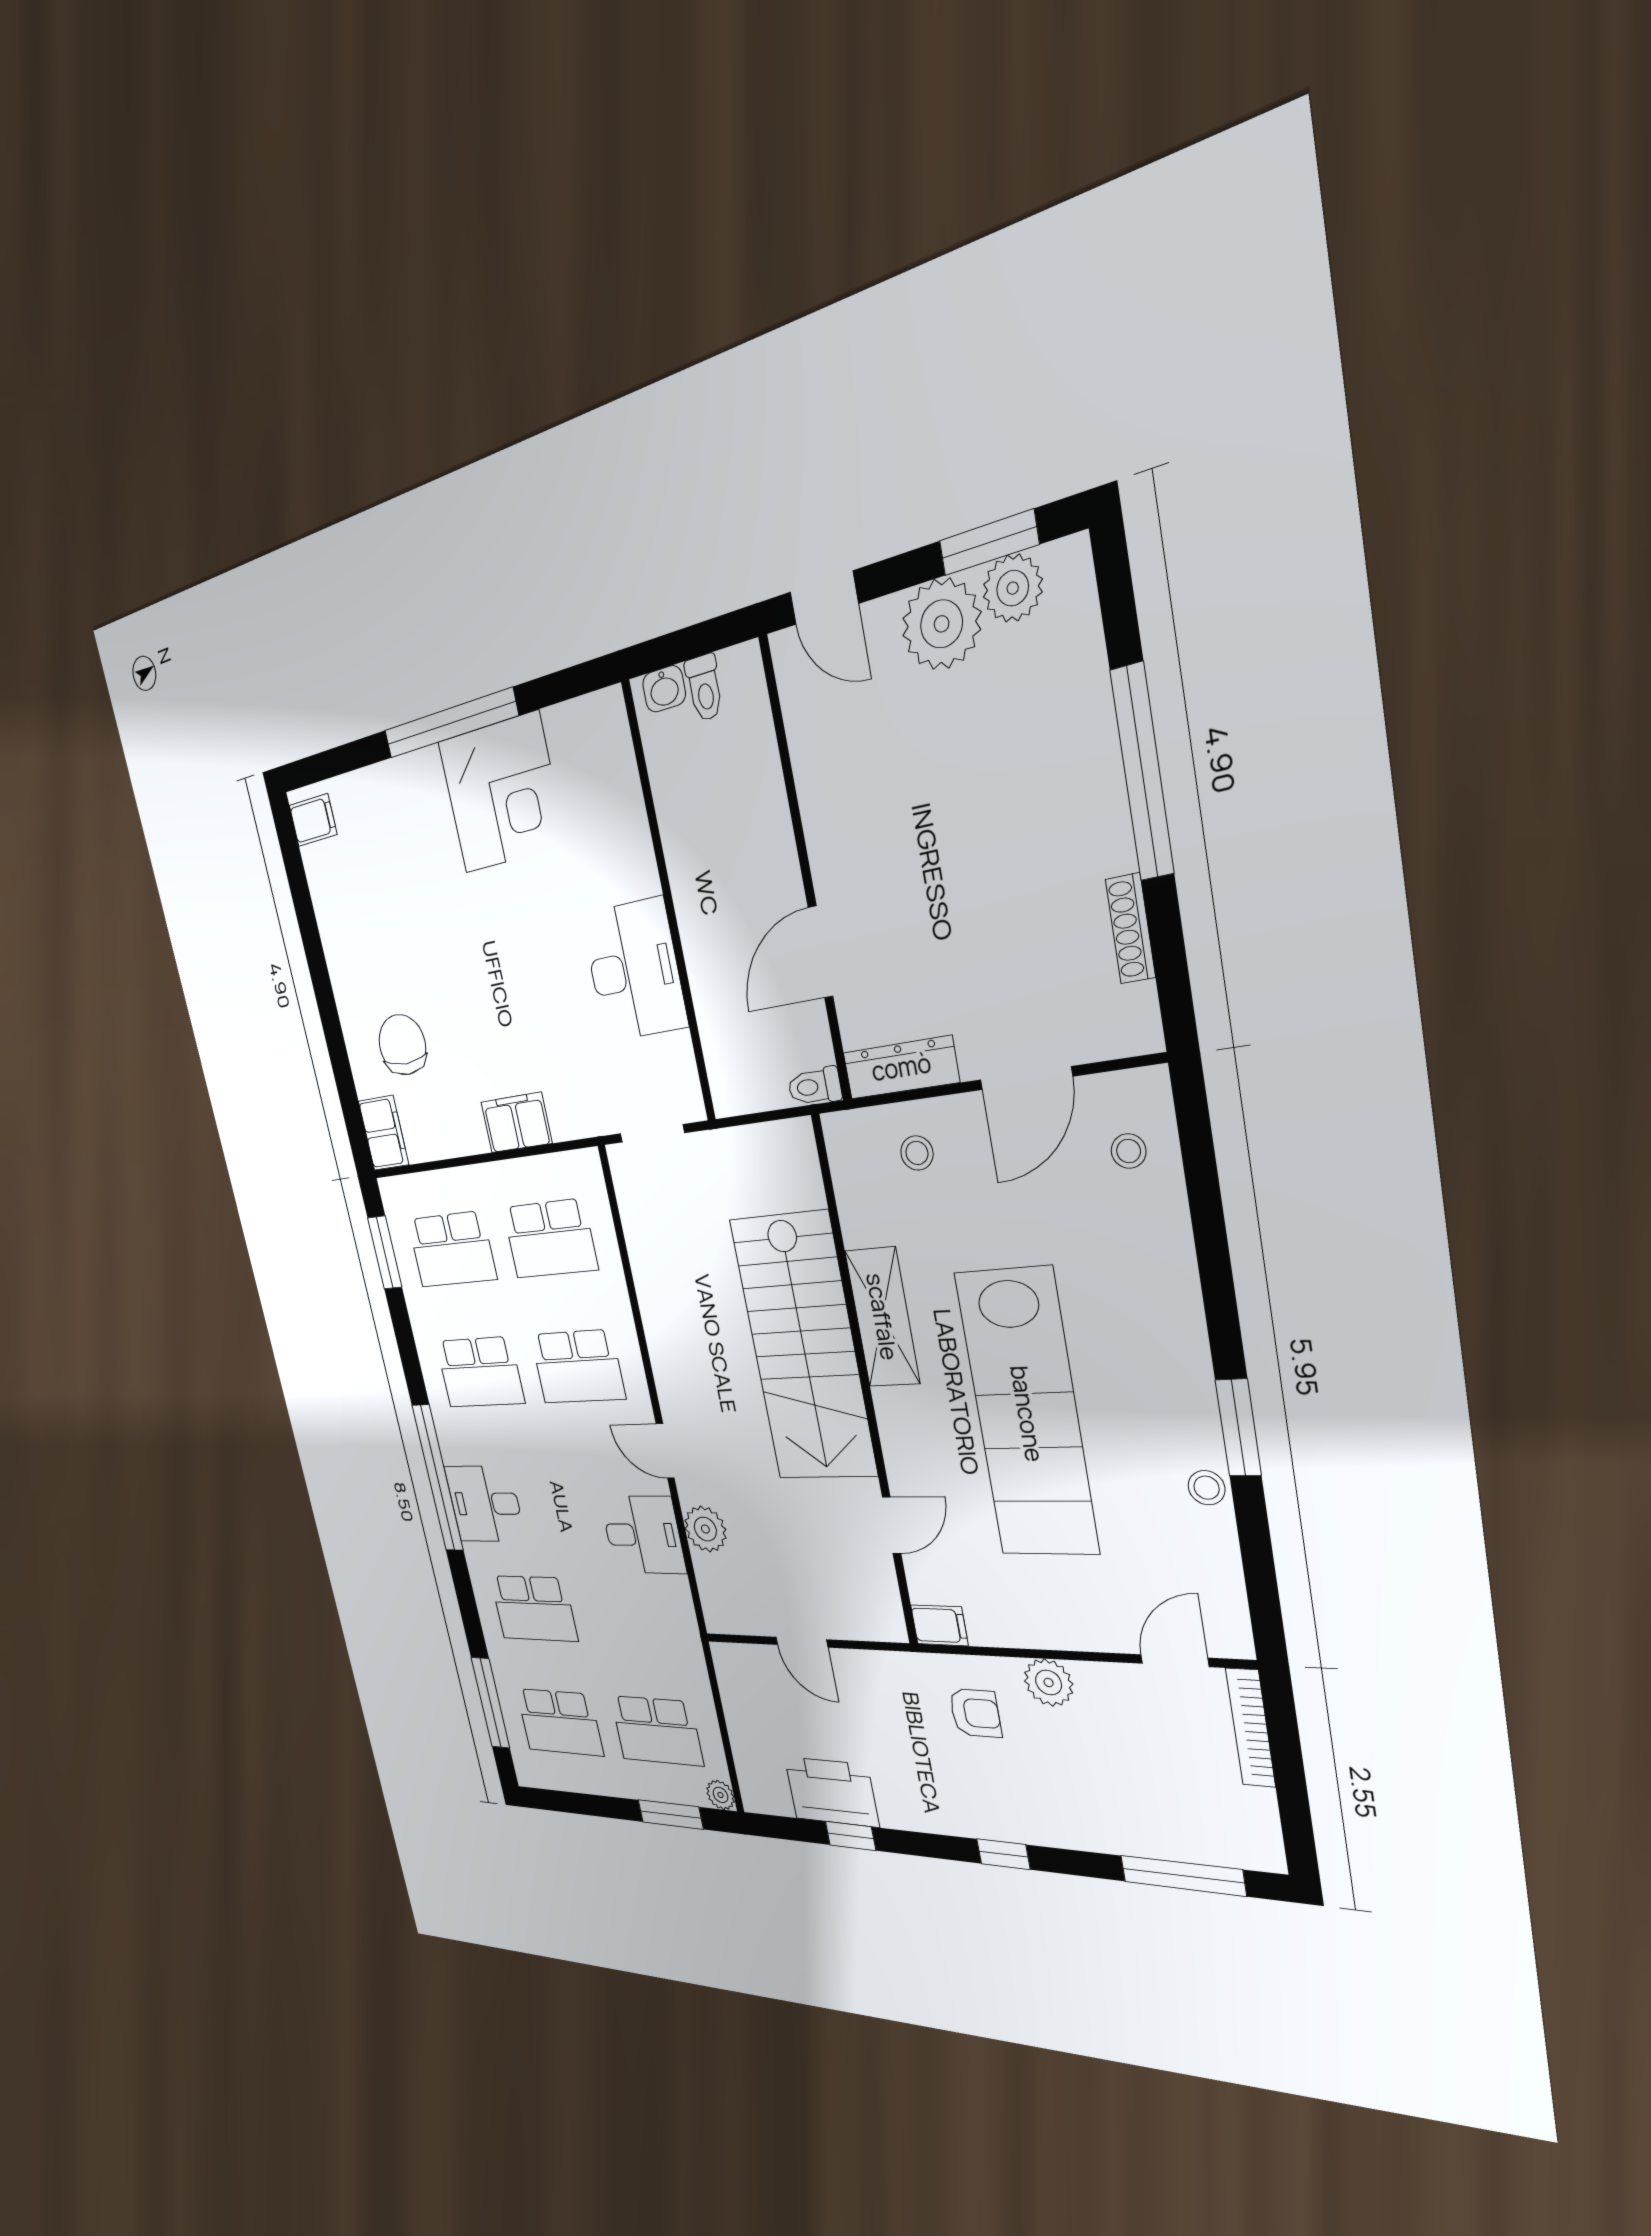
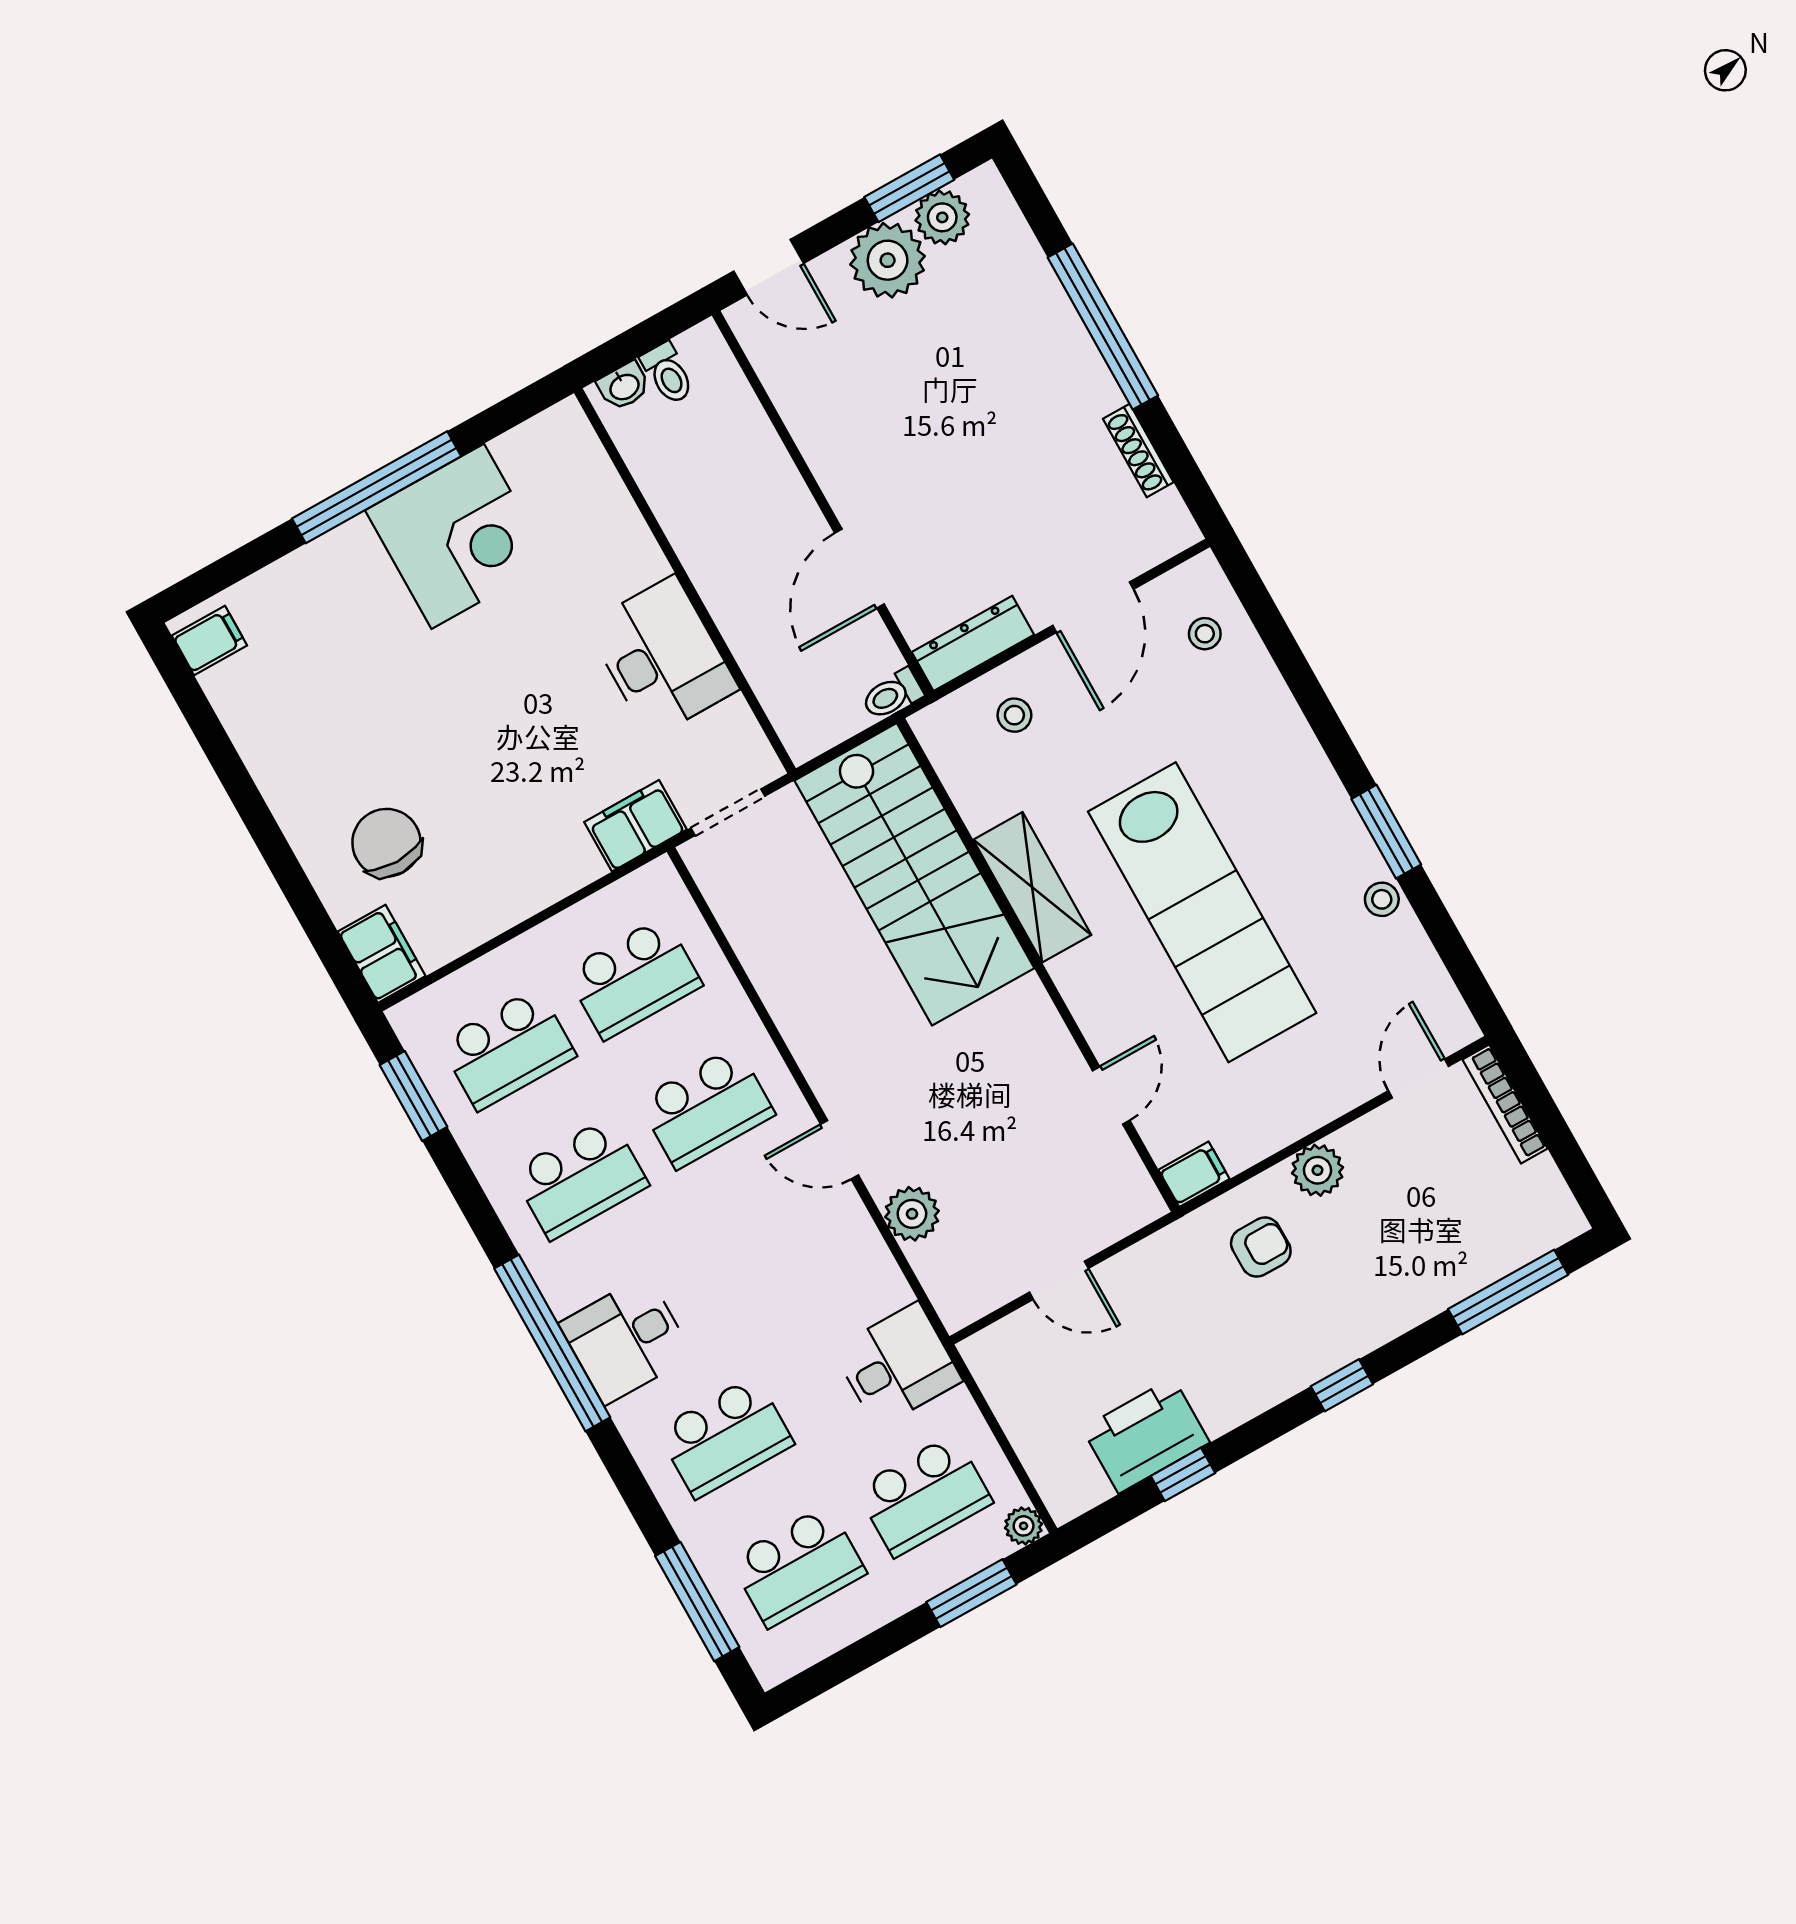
filing cabinet: (516, 1123) -> (636, 826), moved
stairs: (804, 1348) -> (914, 874), moved
desk: (643, 1535) -> (897, 1365), moved

